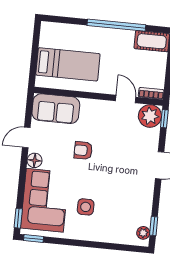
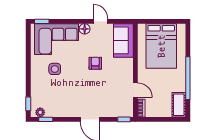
bed: (68, 64) -> (161, 46), width x1.50
door: (126, 99) -> (135, 90), hinge flipped
plant: (150, 116) -> (125, 109), removed
window: (34, 238) -> (28, 104), moved

